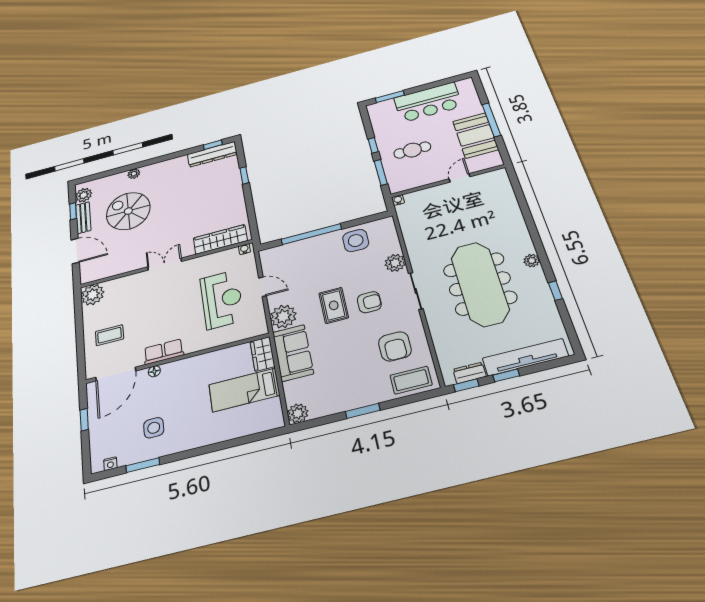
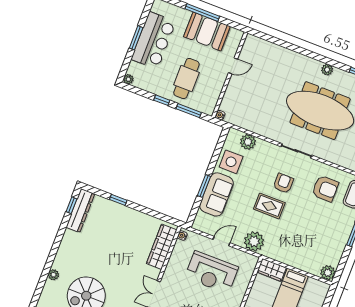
window: (390, 97) -> (136, 38), moved
plant: (372, 108) -> (128, 79), added
cafe table: (412, 150) -> (186, 79), width x1.37, depth x1.35
door: (460, 178) -> (233, 66), swing flipped
window: (311, 234) -> (204, 186), width x0.47
plant: (395, 263) -> (248, 142), moved
reception desk: (222, 299) -> (211, 272), turned 180
sofa: (293, 353) -> (217, 194), moved, turned 90

